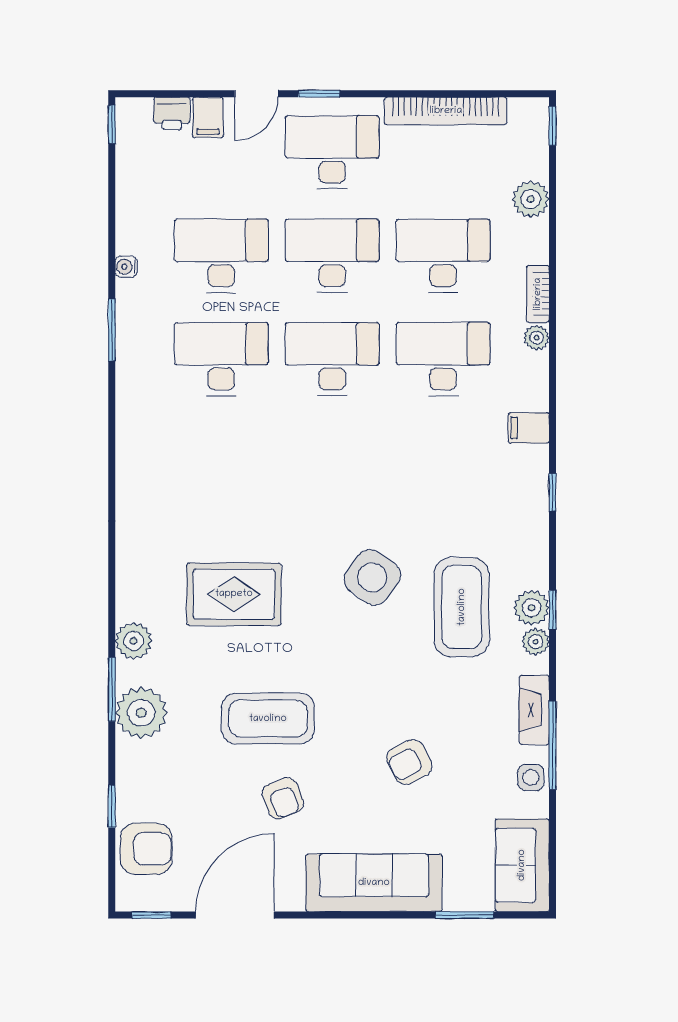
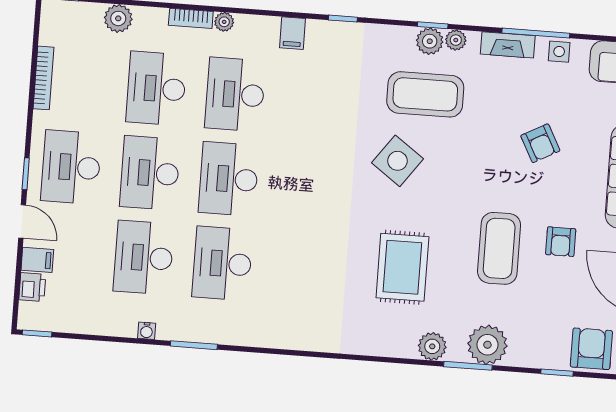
bookcase: (446, 111) -> (44, 78), width x0.68, depth x0.76
armchair: (283, 798) -> (561, 242), turned 111

